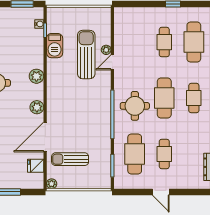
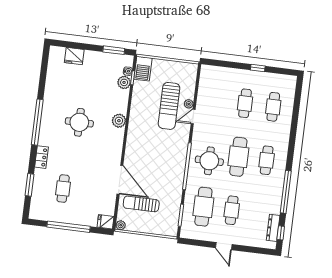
cafe table: (194, 42) -> (273, 107), width x0.73, depth x0.74
barbecue: (55, 46) -> (143, 69), moved
sun lounger: (86, 54) -> (169, 106), turned 180
plant: (37, 107) -> (124, 82), moved
door: (45, 137) -> (120, 180), swing flipped
fridge: (36, 166) -> (106, 222), moved

